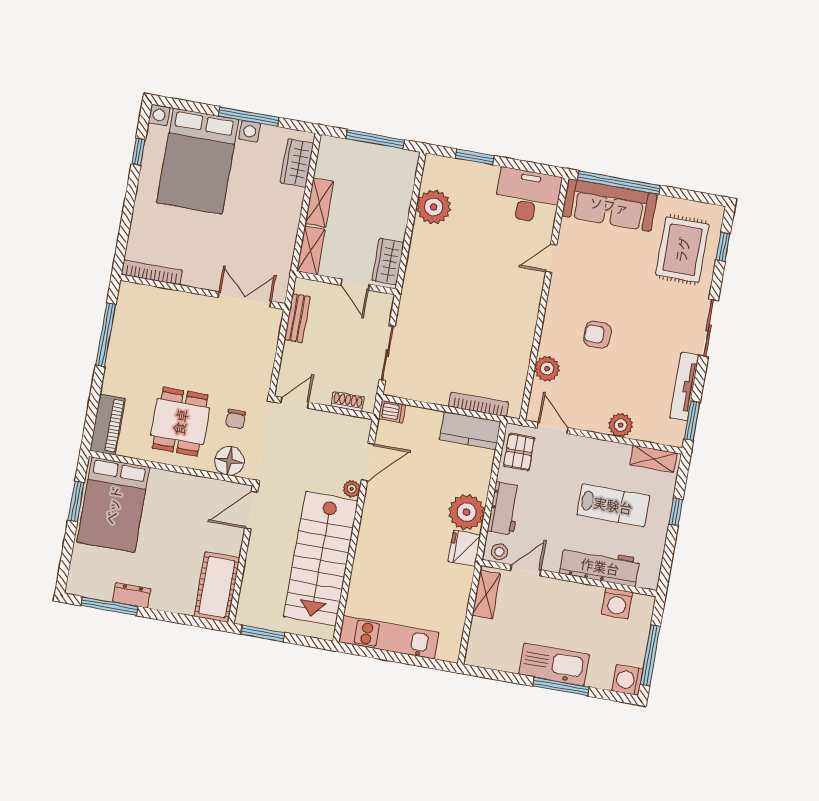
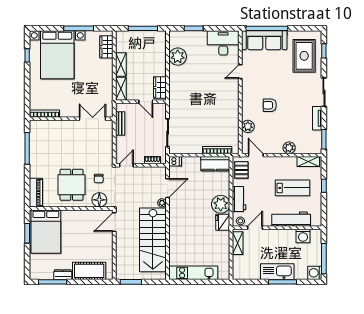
tv unit: (684, 387) -> (317, 118), width x0.71
cot: (217, 587) -> (89, 271), moved, turned 90

